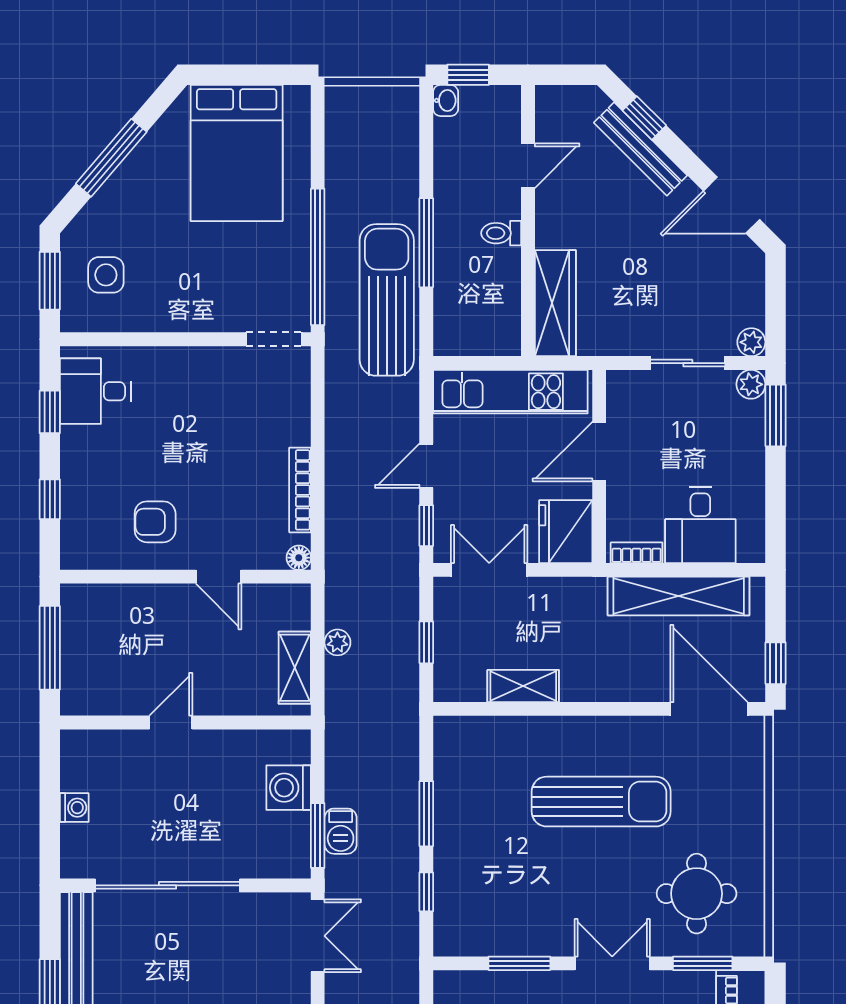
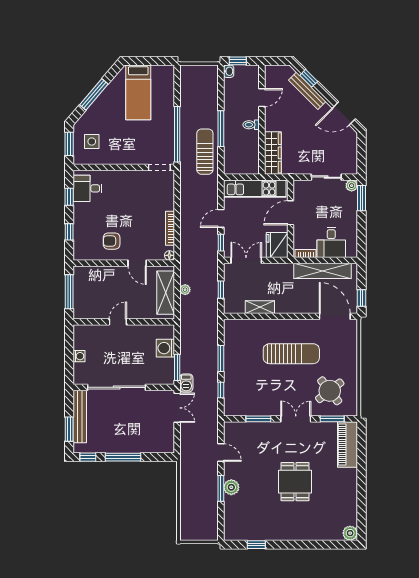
bed: (237, 153) -> (138, 92), width x0.67
sun lounger: (387, 300) -> (205, 152), width x0.73, depth x0.75
plant: (751, 342) -> (352, 169), removed
shelving: (295, 668) -> (166, 293), width x1.50, depth x1.33
barbecue: (341, 831) -> (186, 383), moved
round table: (697, 894) -> (330, 391), turned -38

